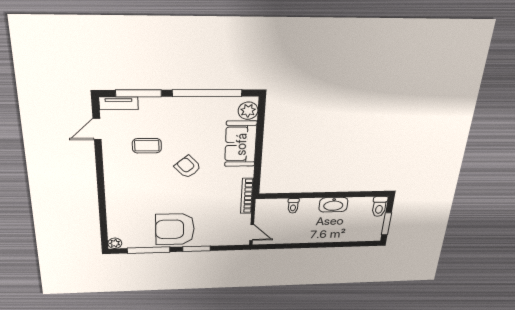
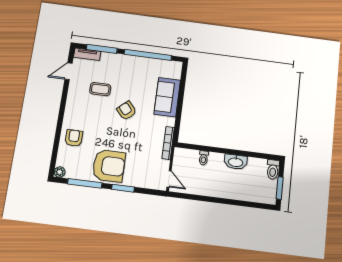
plant: (248, 111) -> (175, 72), removed
armchair: (124, 206) -> (74, 138), added
armchair: (175, 229) -> (109, 166), turned 180

